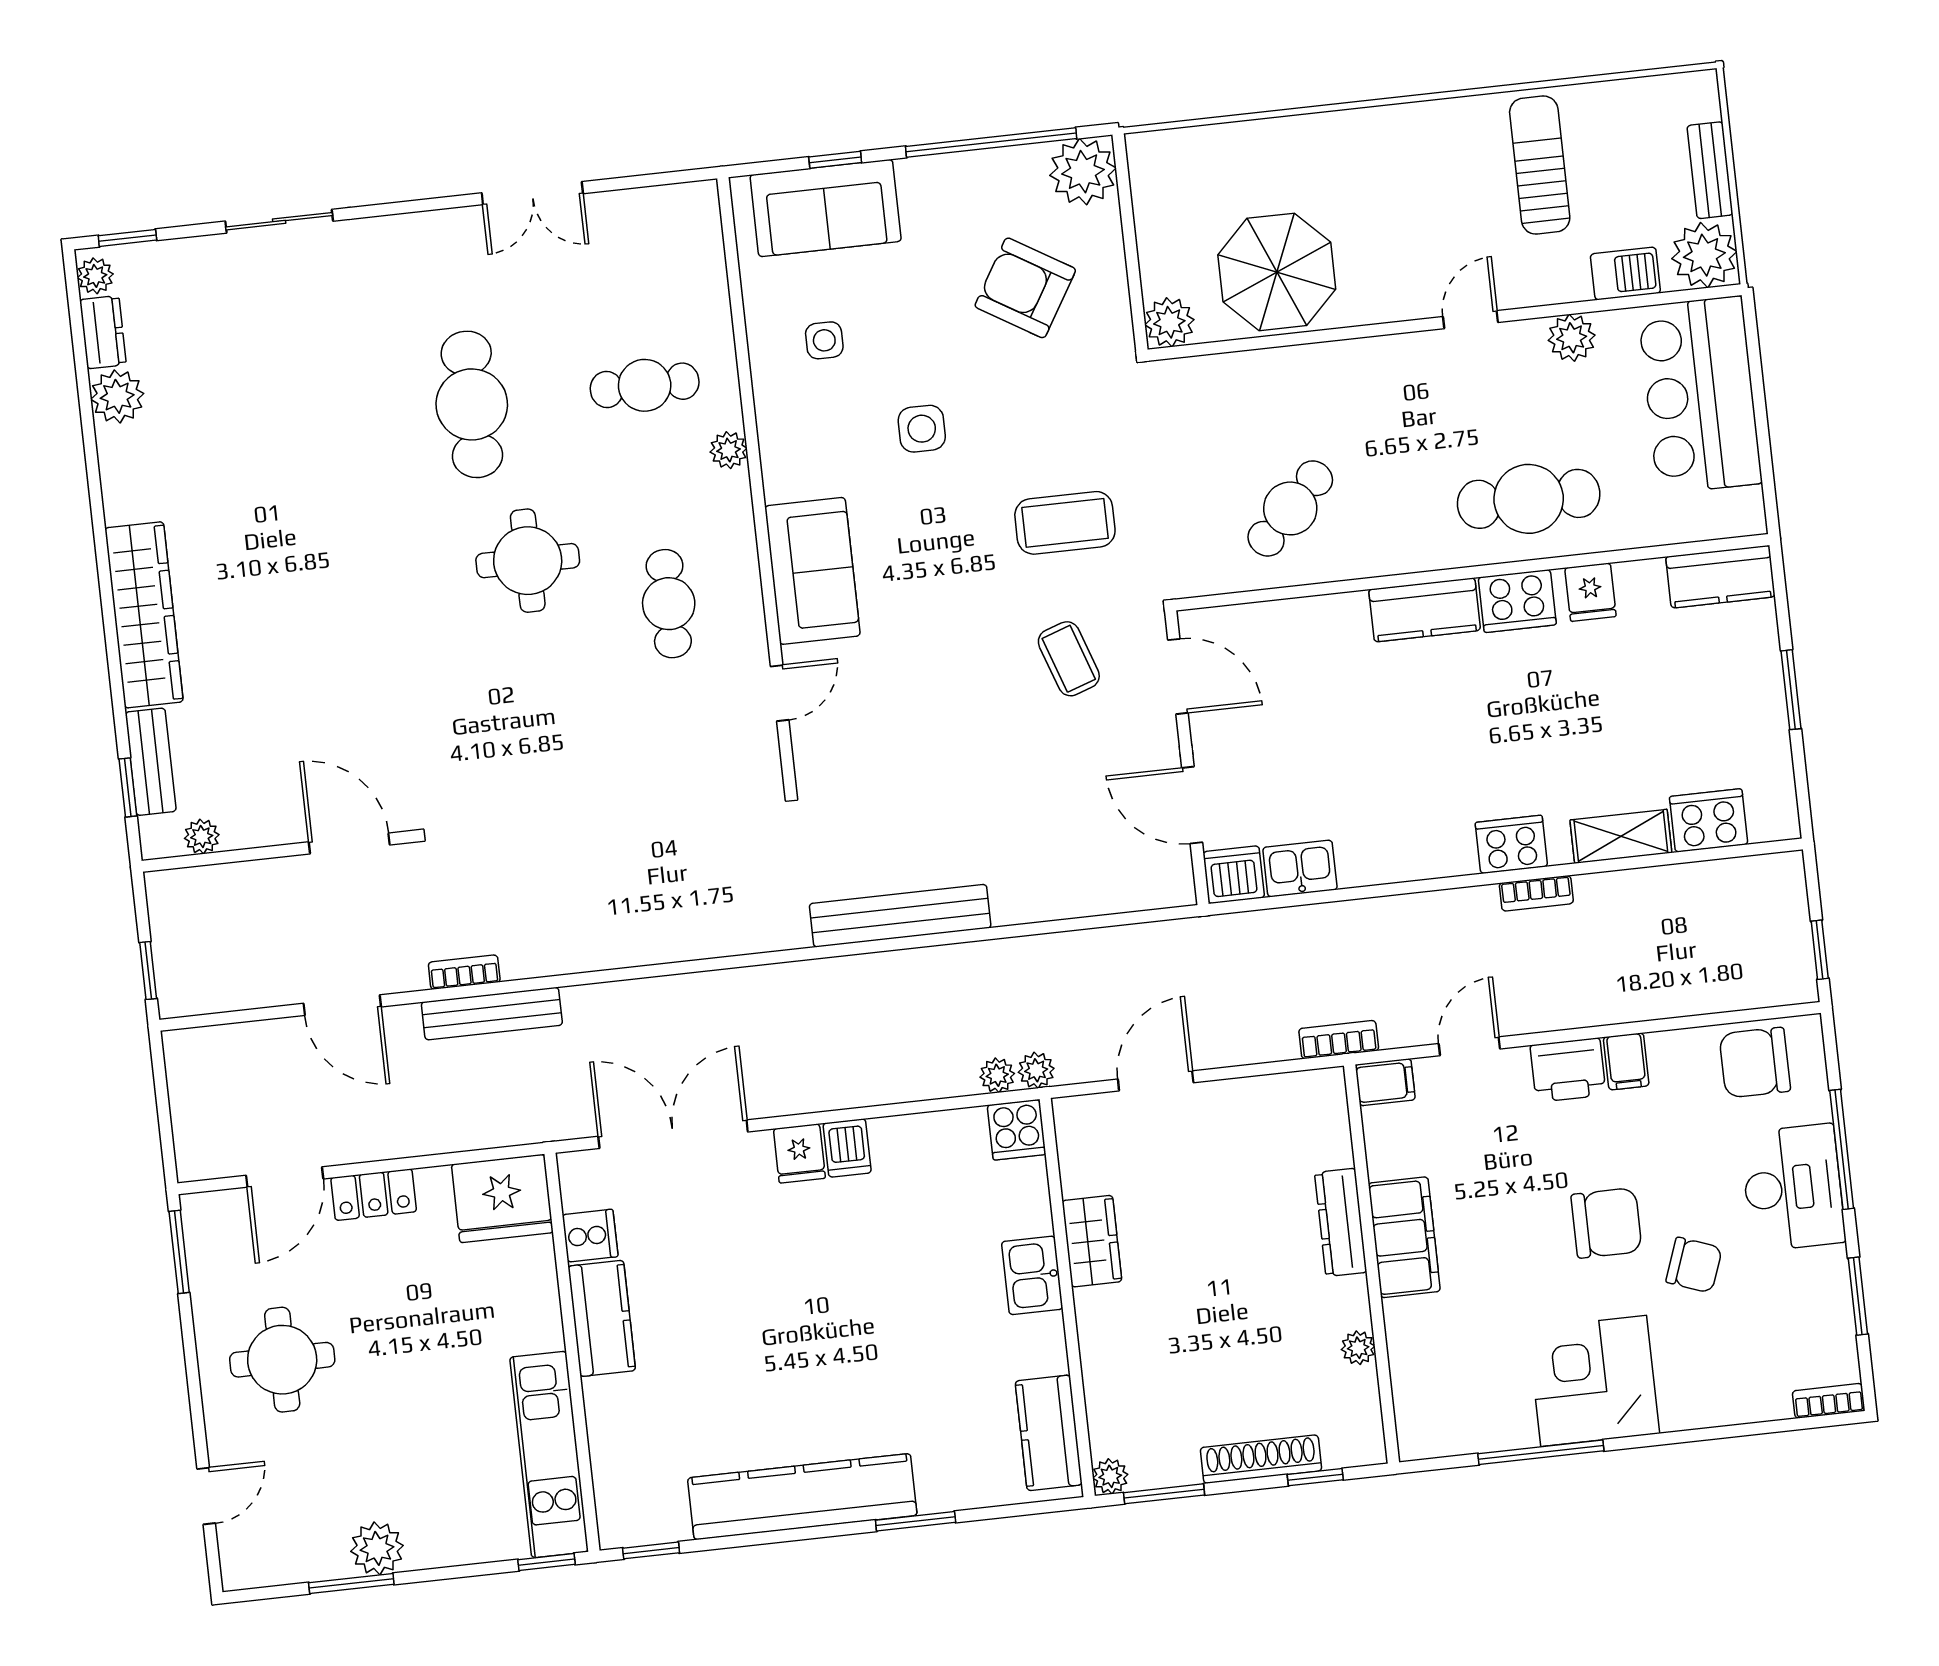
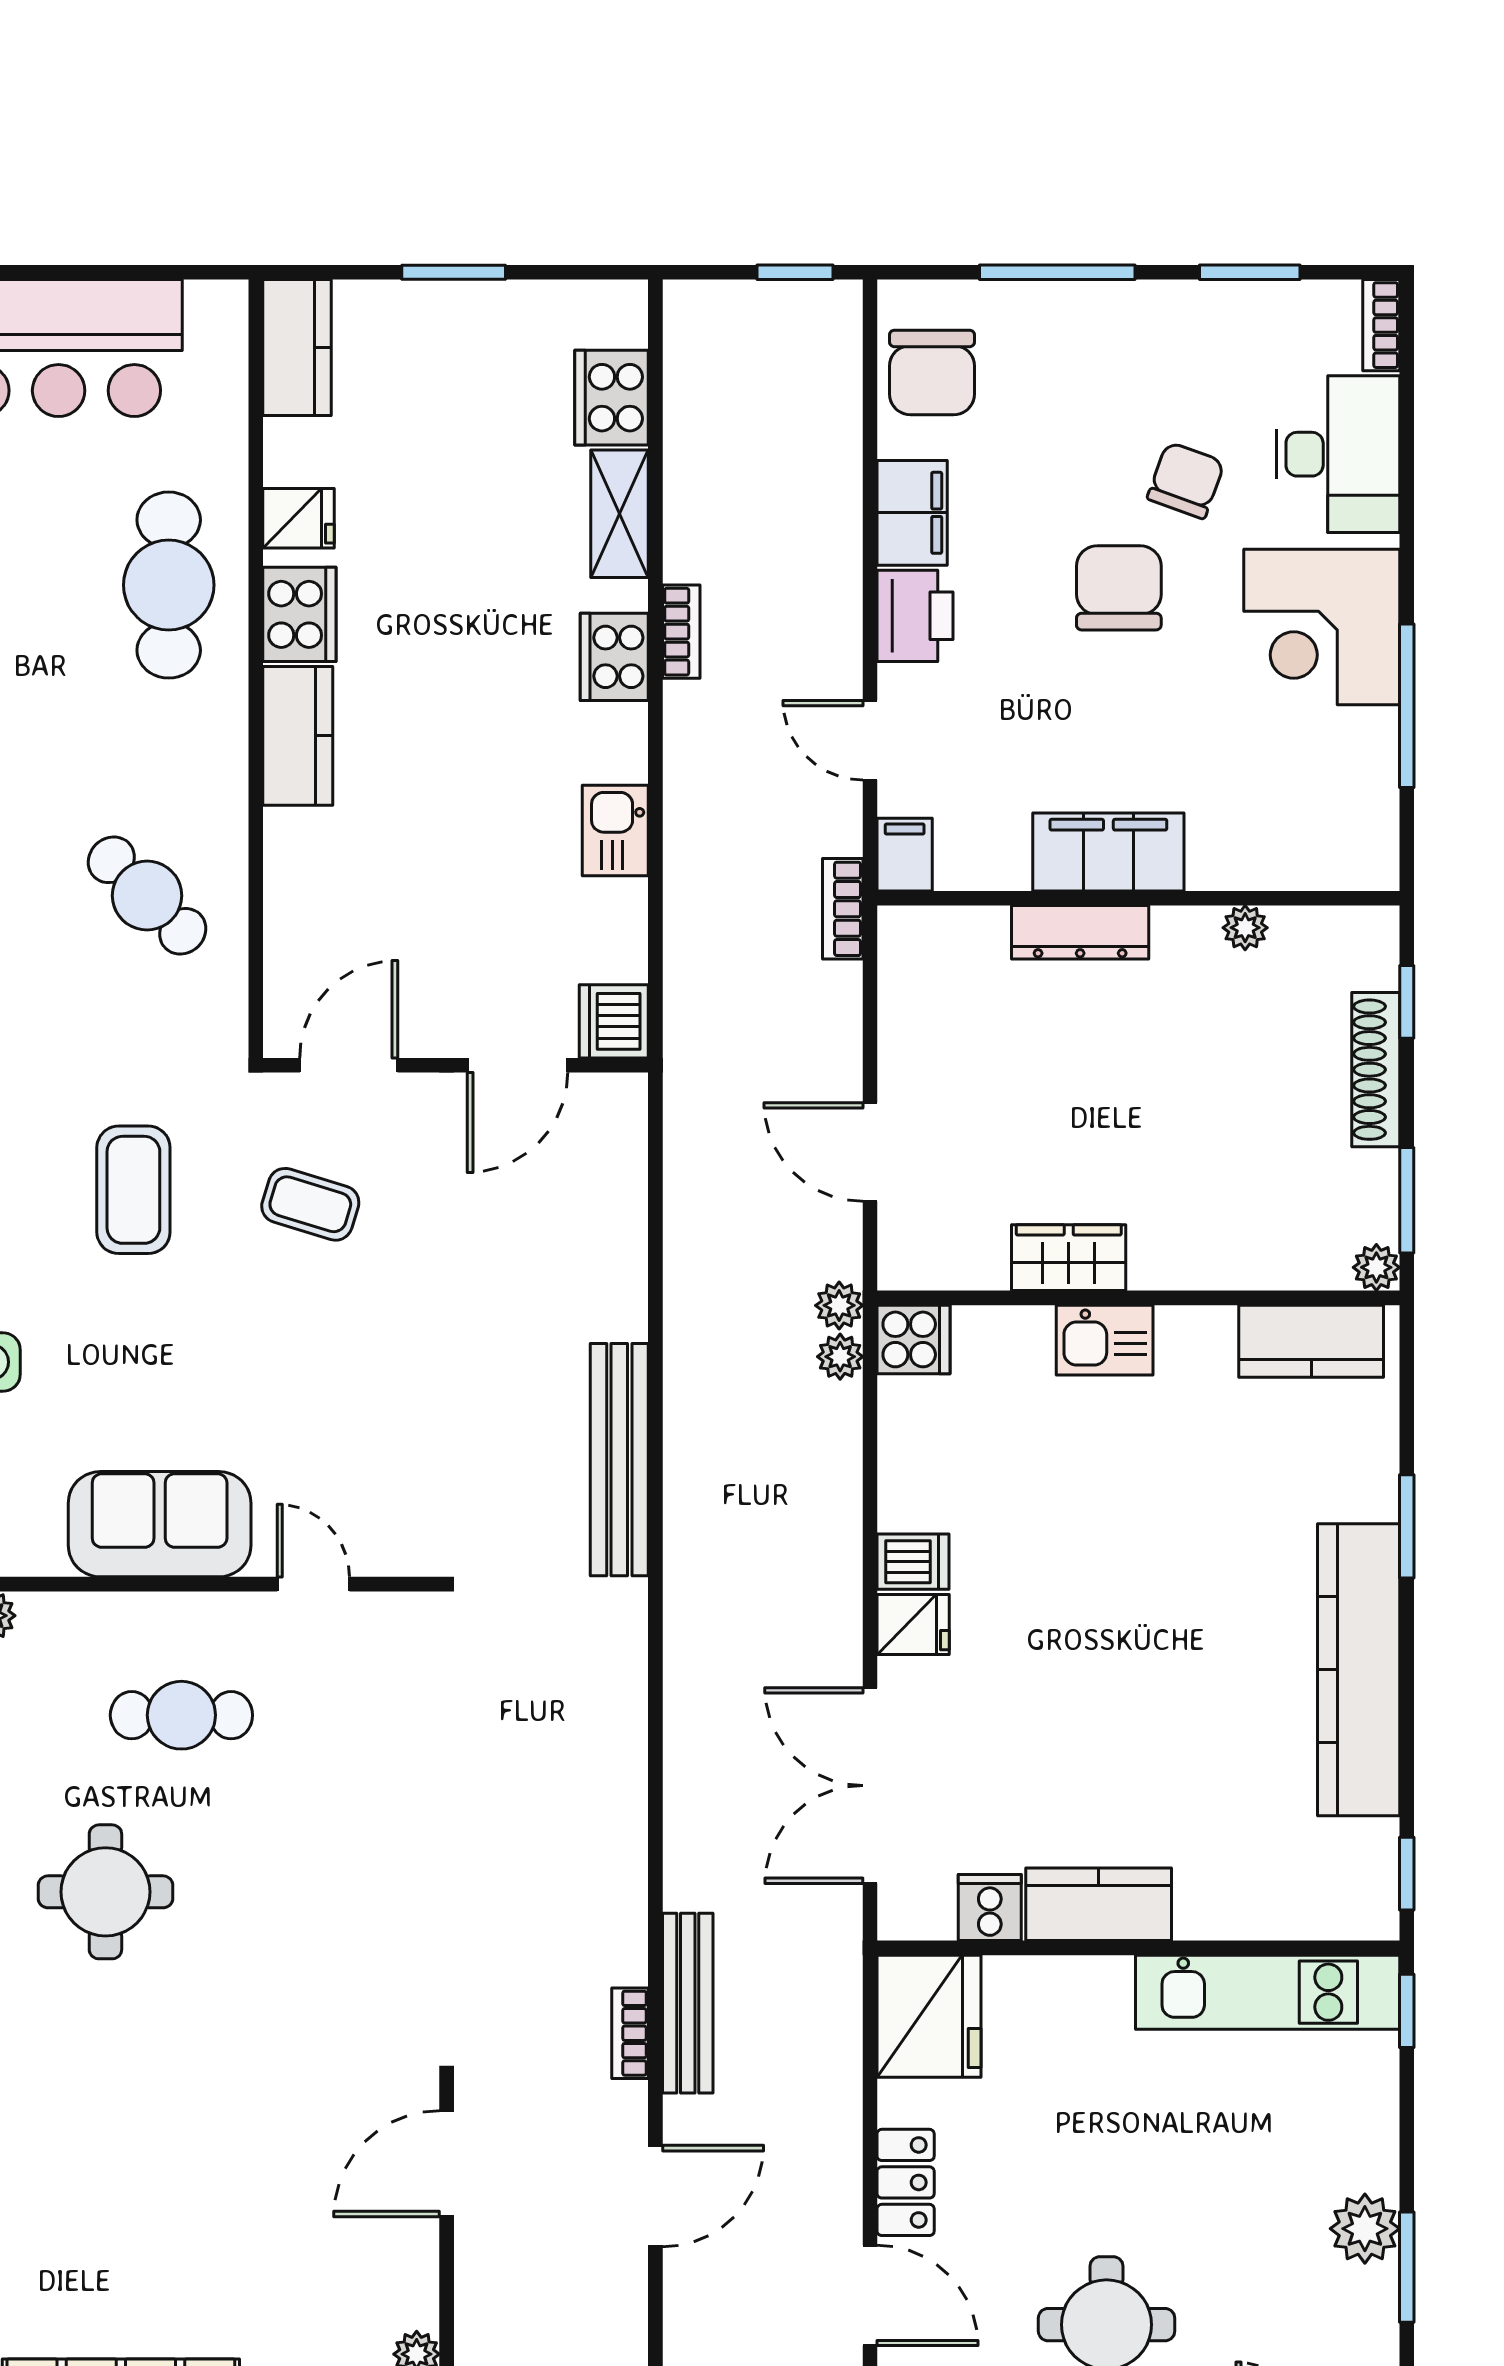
coffee table: (1069, 659) -> (310, 1204), turned 36
kitchen sink: (1300, 869) -> (615, 830), moved
filing cabinet: (1626, 1061) -> (912, 513), width x2.00
desk: (1793, 1188) -> (1338, 454), moved, turned 90

